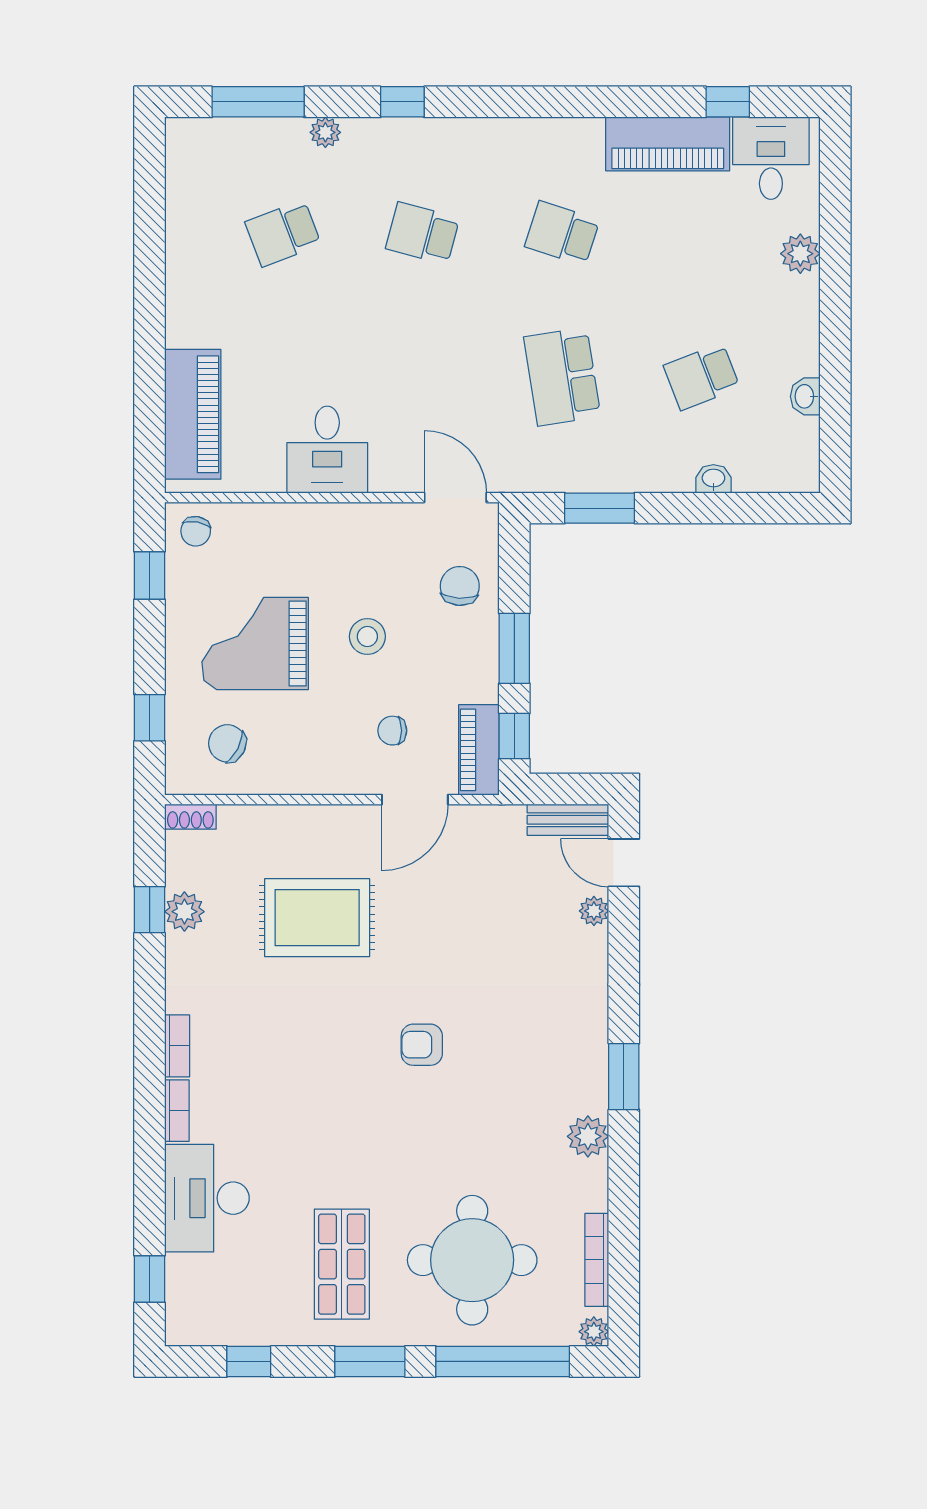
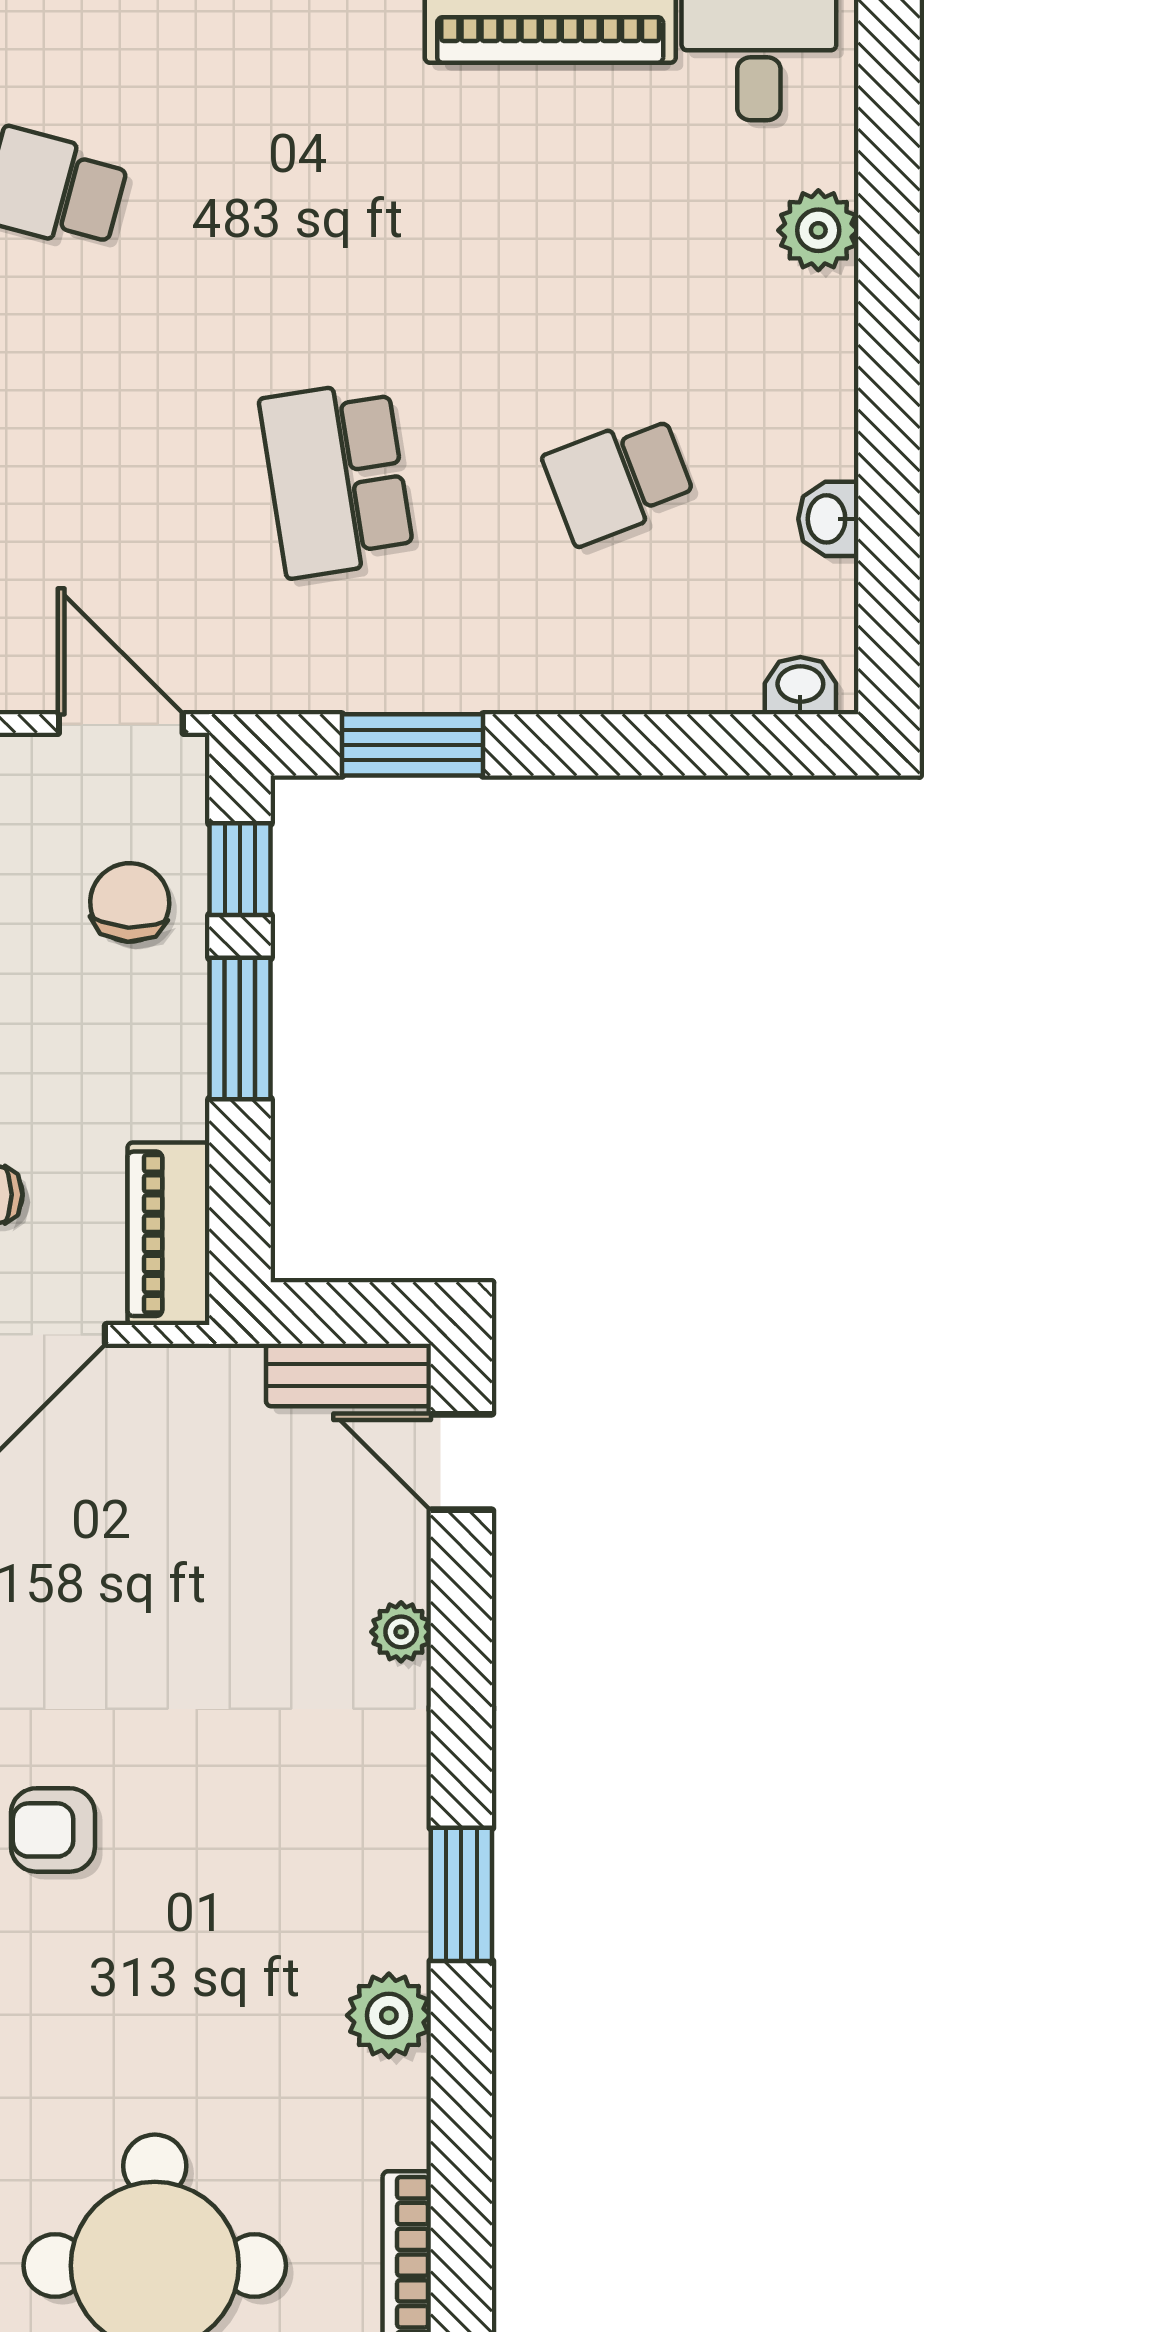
school desk: (562, 233) -> (337, 189), removed
washbasin: (713, 479) -> (800, 686), moved
window: (514, 736) -> (240, 869), moved
plant: (594, 911) -> (401, 1632), moved

